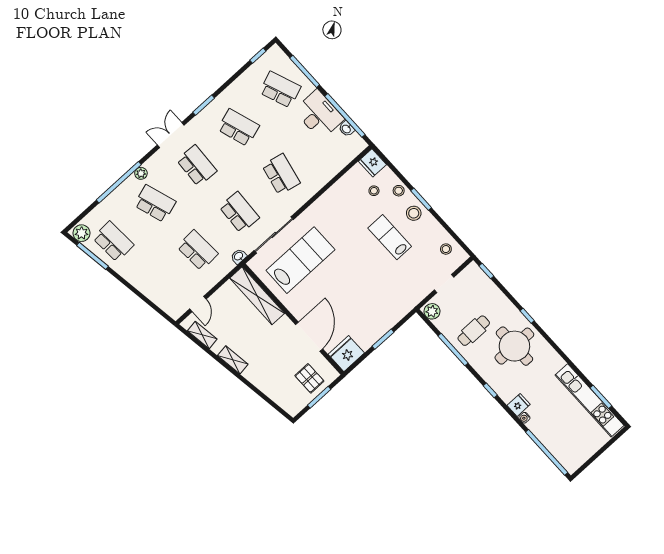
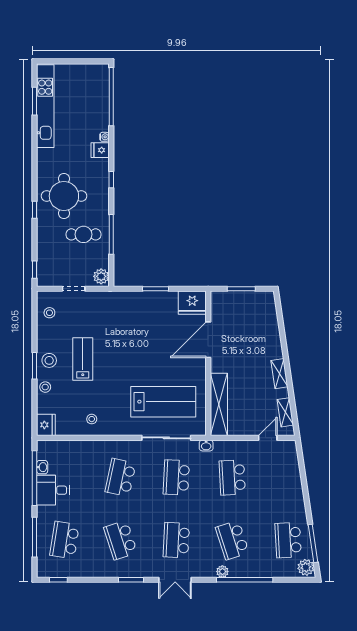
school desk: (280, 90) -> (65, 540), turned 30
desk: (319, 115) -> (53, 490), width x0.73
stool: (374, 191) -> (92, 419), moved
lab bench: (390, 237) -> (83, 359), turned 180
lab bench: (300, 260) -> (163, 402), turned 180
pallet: (309, 378) -> (236, 309), removed

